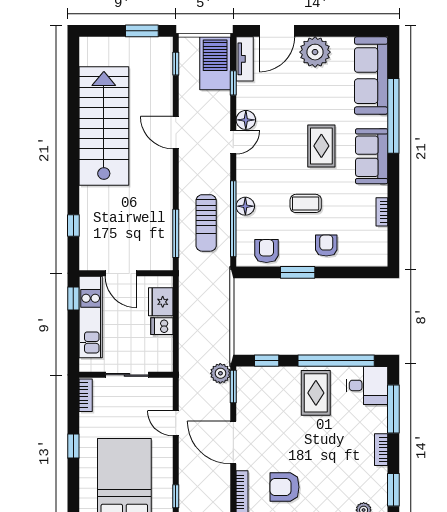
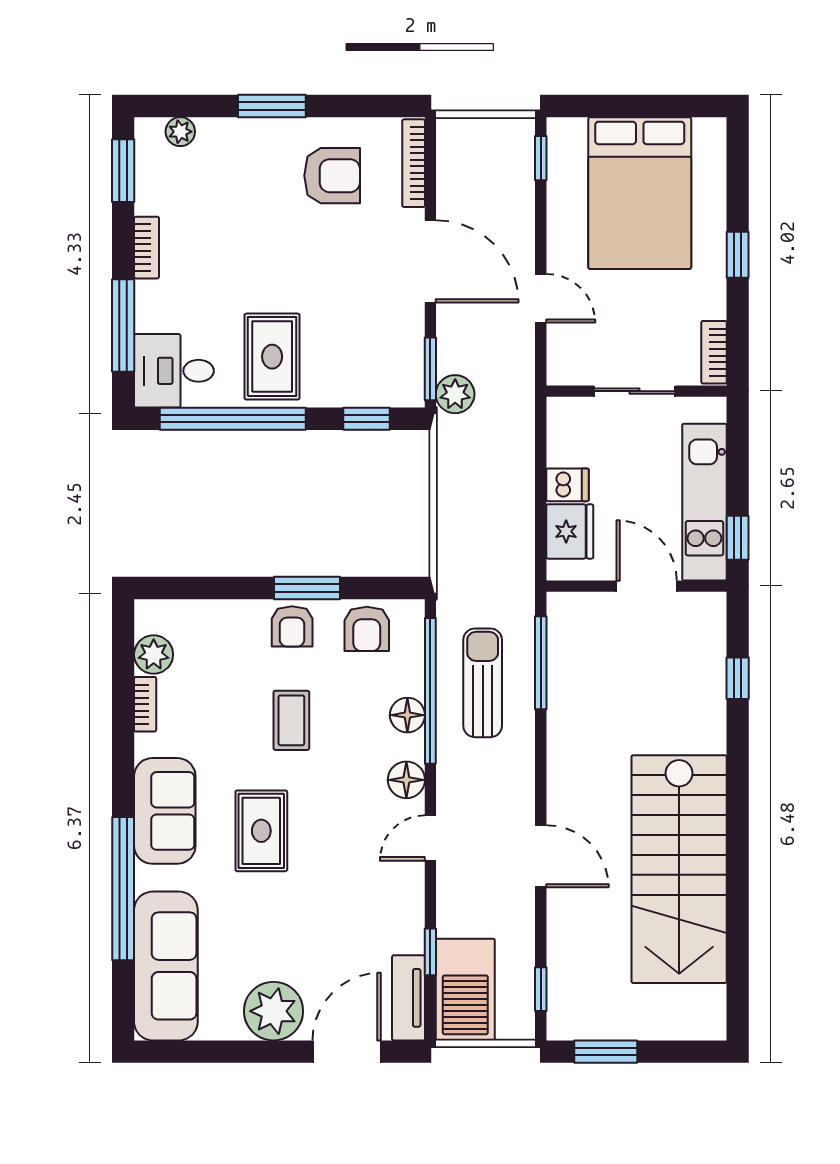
floor lamp: (246, 120) -> (406, 780), moved
coffee table: (306, 203) -> (291, 720), turned 90
plant: (377, 238) -> (154, 655), added
armchair: (326, 246) -> (292, 626), moved

